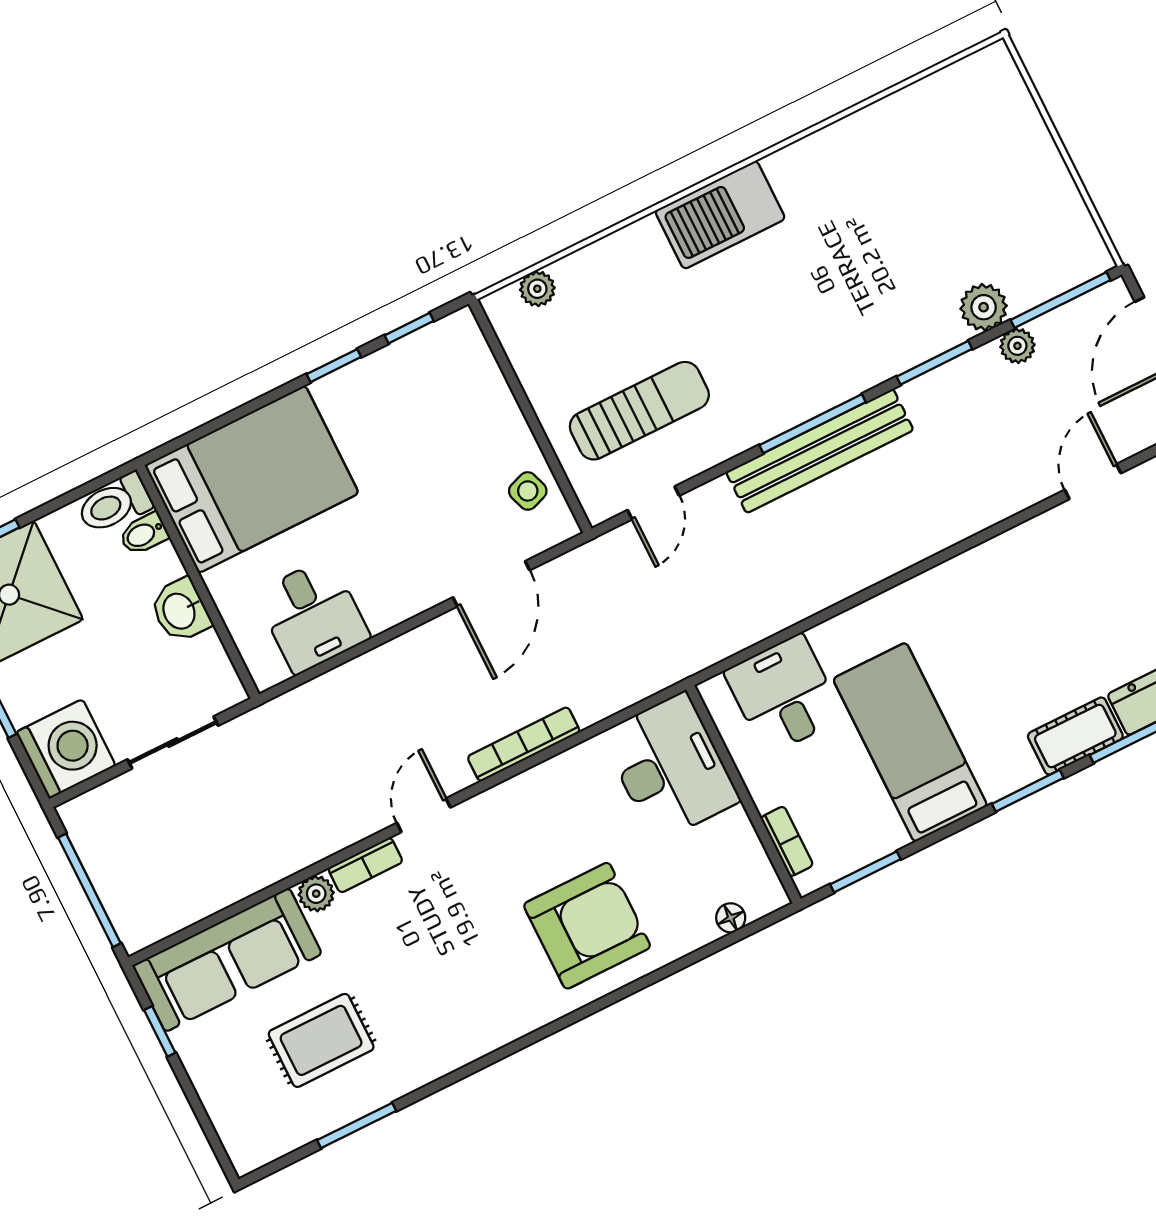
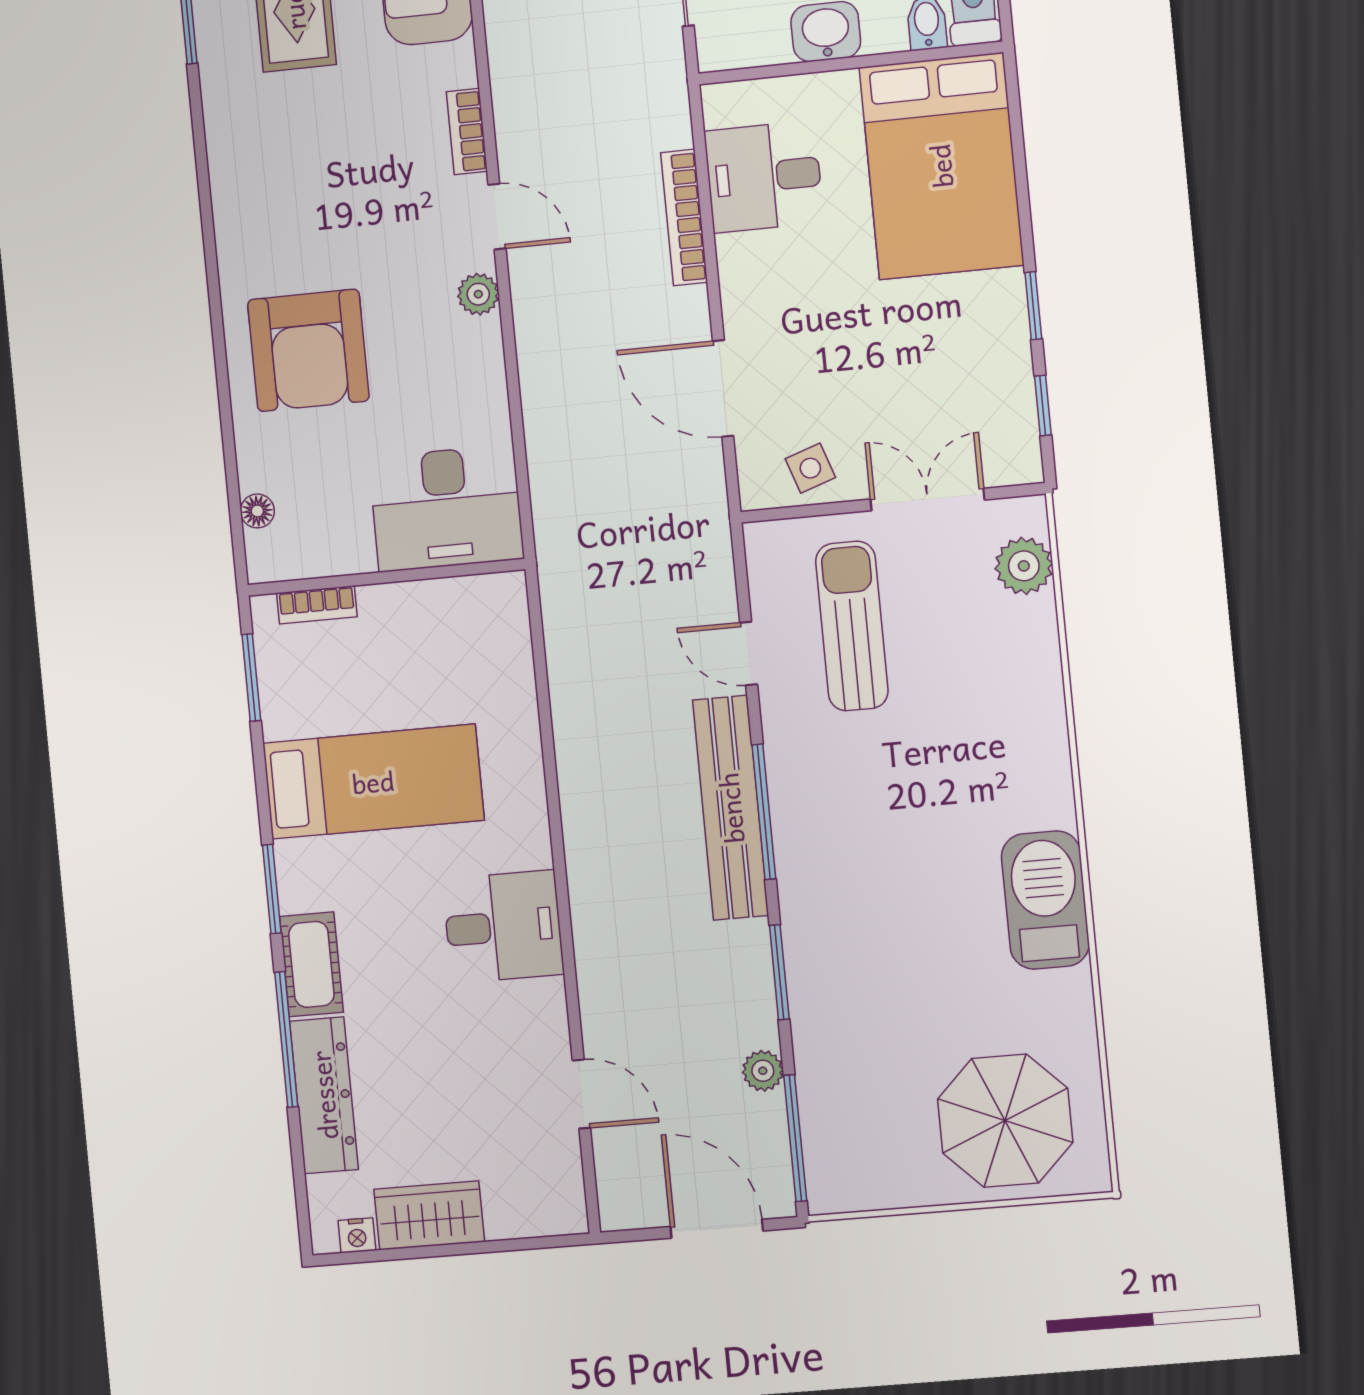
parasol: (981, 142) -> (1005, 1121), added
barbecue: (720, 215) -> (1045, 900), moved
plant: (537, 289) -> (1024, 566), width x1.38, depth x1.38
plant: (984, 307) -> (820, 1051), removed
double door: (517, 390) -> (927, 499), added
sun lounger: (639, 411) -> (852, 626), turned 180
door: (653, 503) -> (749, 653), moved
desk: (784, 695) -> (503, 927), moved
bookcase: (524, 744) -> (684, 217), moved, turned 180
plant: (316, 894) -> (478, 294), moved

